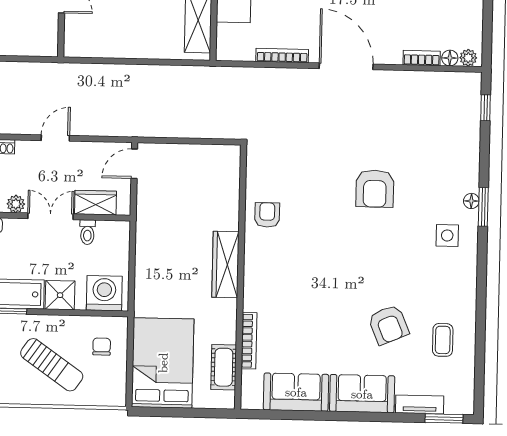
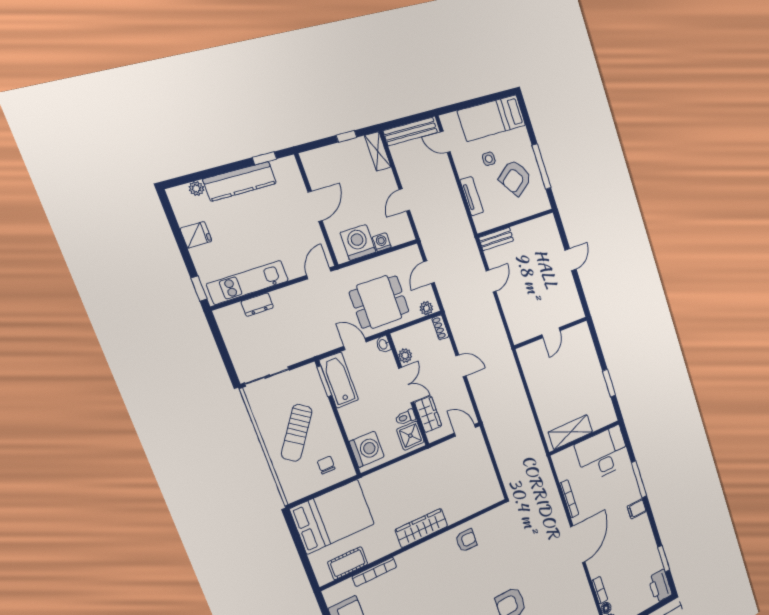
shower: (60, 295) -> (410, 436), moved
chair: (102, 347) -> (326, 465), turned -90

